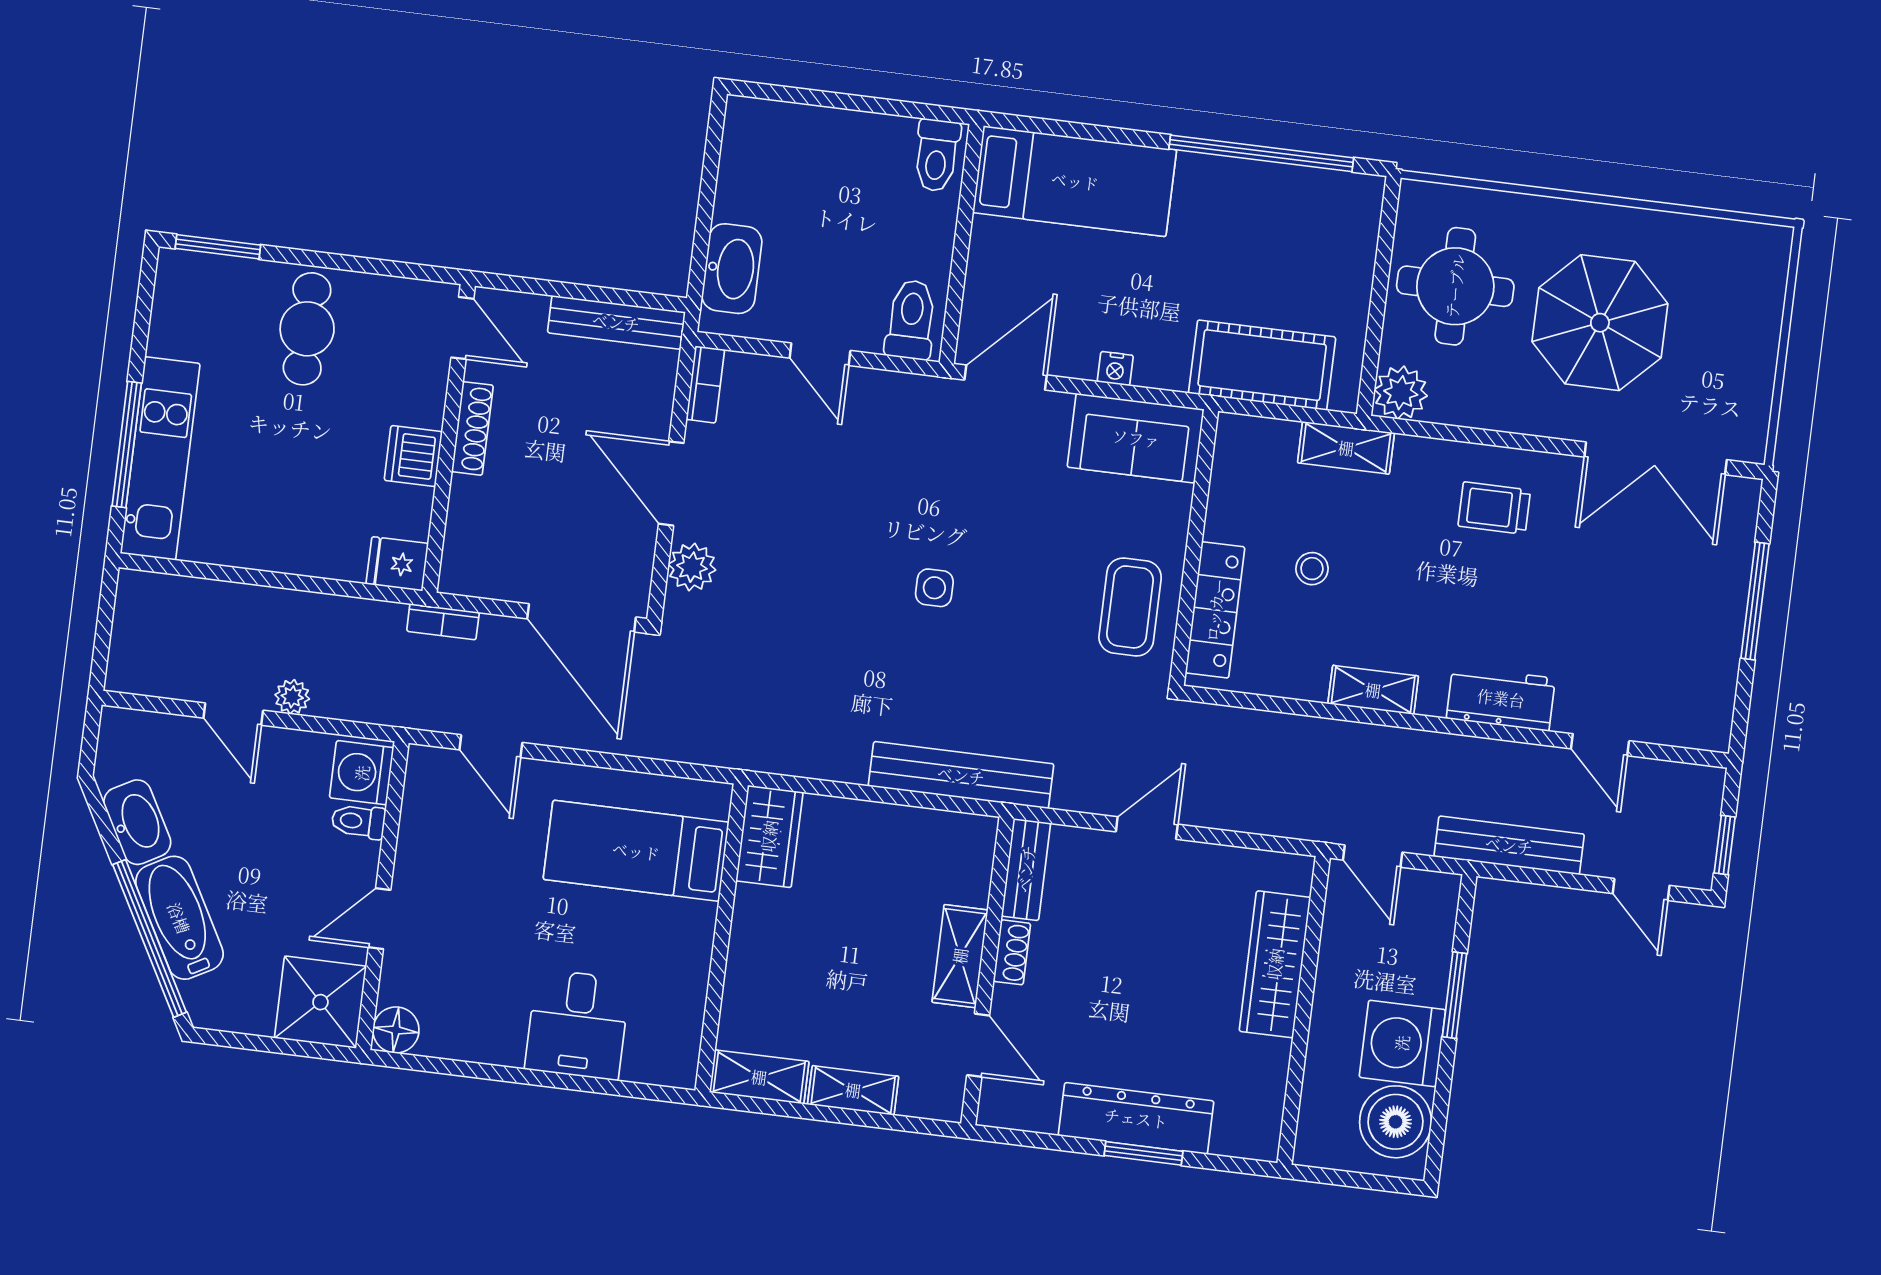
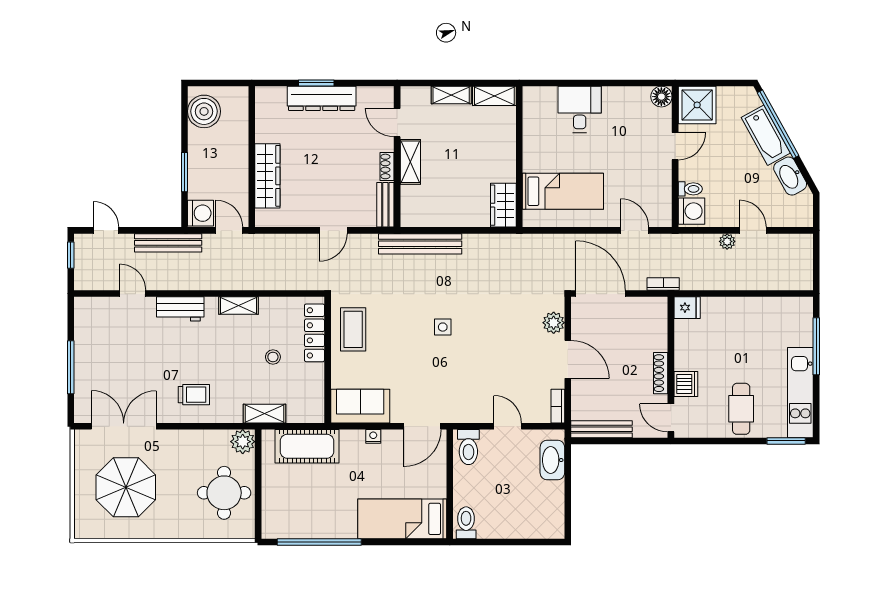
parasol: (1600, 323) -> (126, 487), moved
dishwasher: (413, 456) -> (686, 384), moved
kitchen unit: (160, 458) -> (800, 393), moved
washing machine: (1402, 1043) -> (201, 213), moved, width x0.73, depth x0.73

